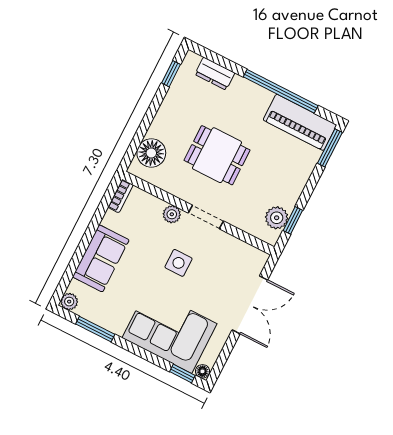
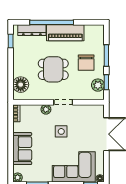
dresser: (215, 74) -> (32, 30), width x1.44
window: (281, 91) -> (52, 22), moved
piano: (300, 122) -> (65, 33), moved
window: (330, 148) -> (106, 55), moved
chair: (276, 172) -> (86, 63), added

